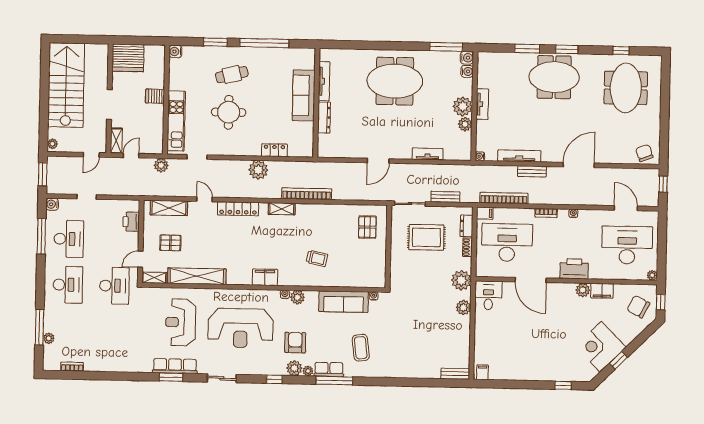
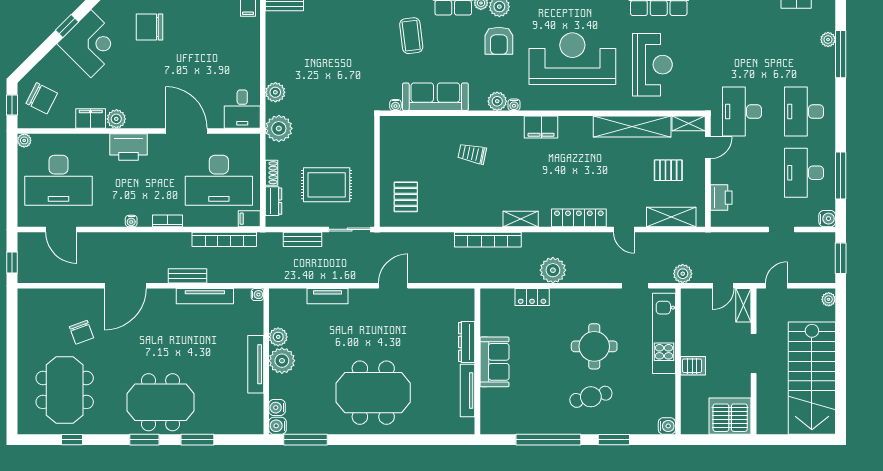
sofa: (304, 95) -> (494, 362), width x0.73
tv unit: (482, 104) -> (256, 364), width x1.41
chair: (644, 153) -> (81, 332), moved
chair: (557, 358) -> (149, 27), added

